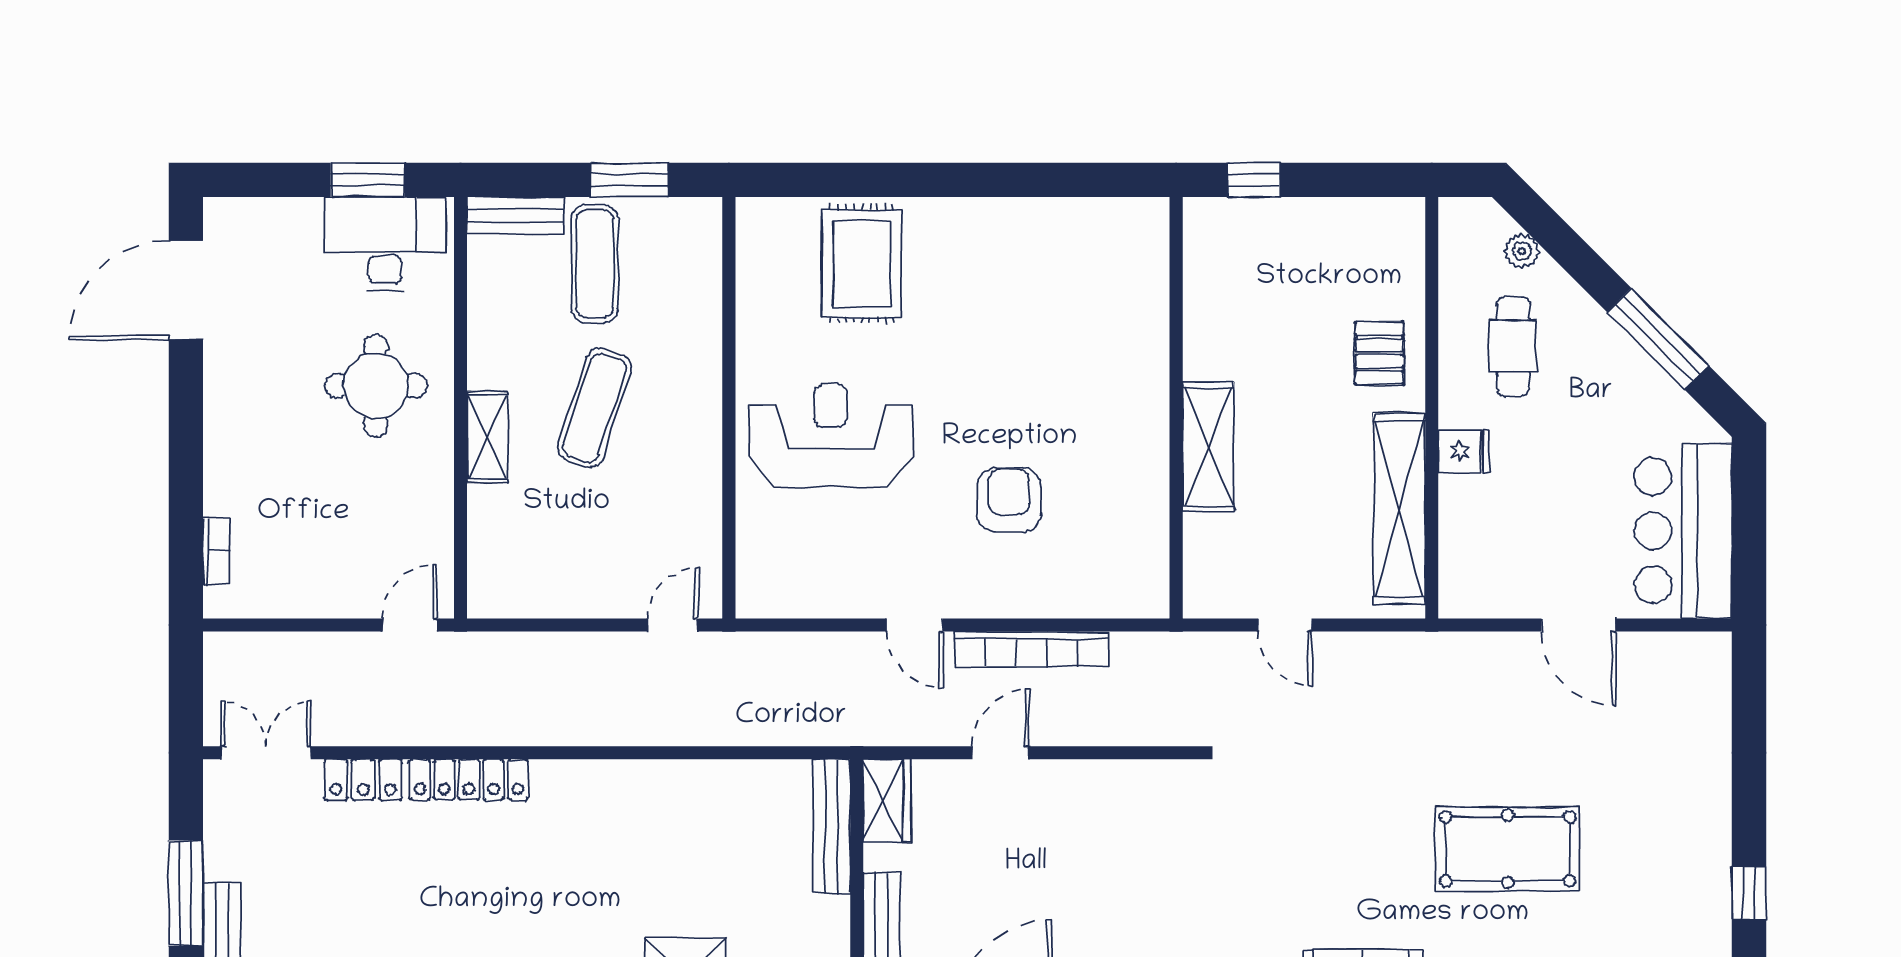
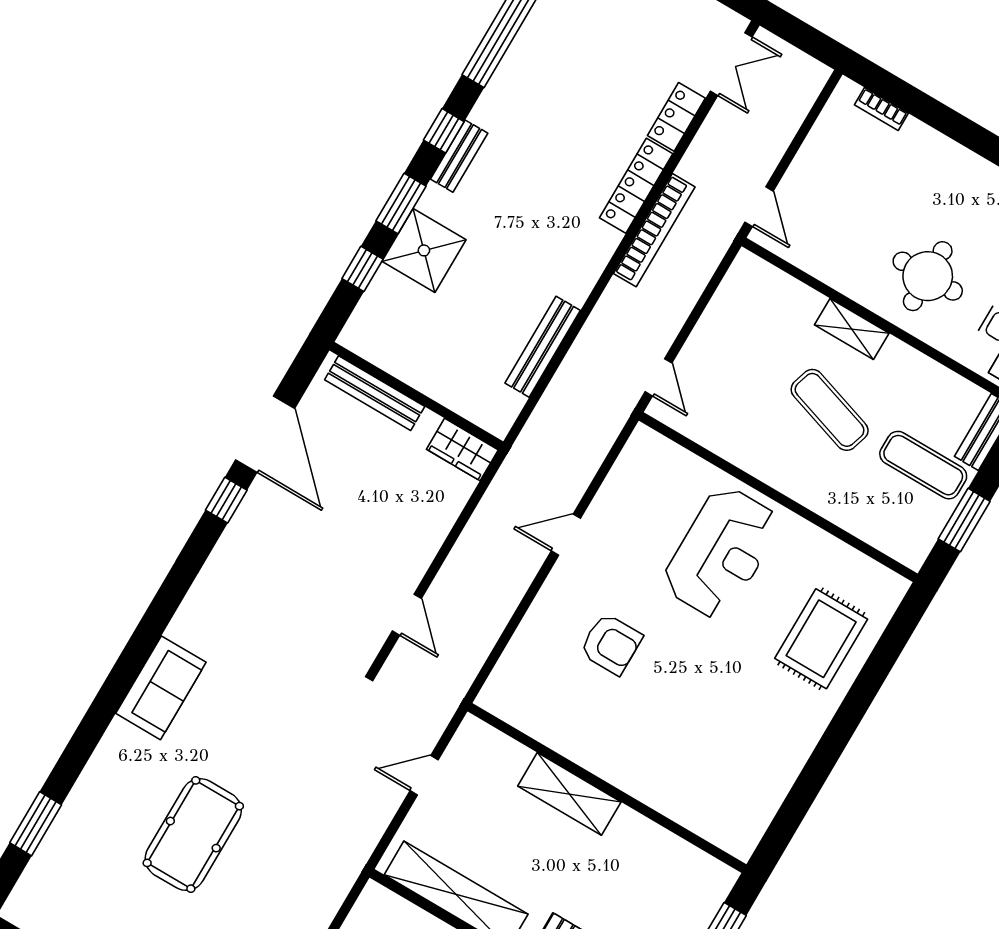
rug: (862, 264) -> (821, 639), turned 90
bookcase: (1032, 649) -> (654, 230), moved, turned 180
door: (1001, 753) -> (407, 615), moved
bench: (832, 826) -> (543, 347), moved, turned 90

